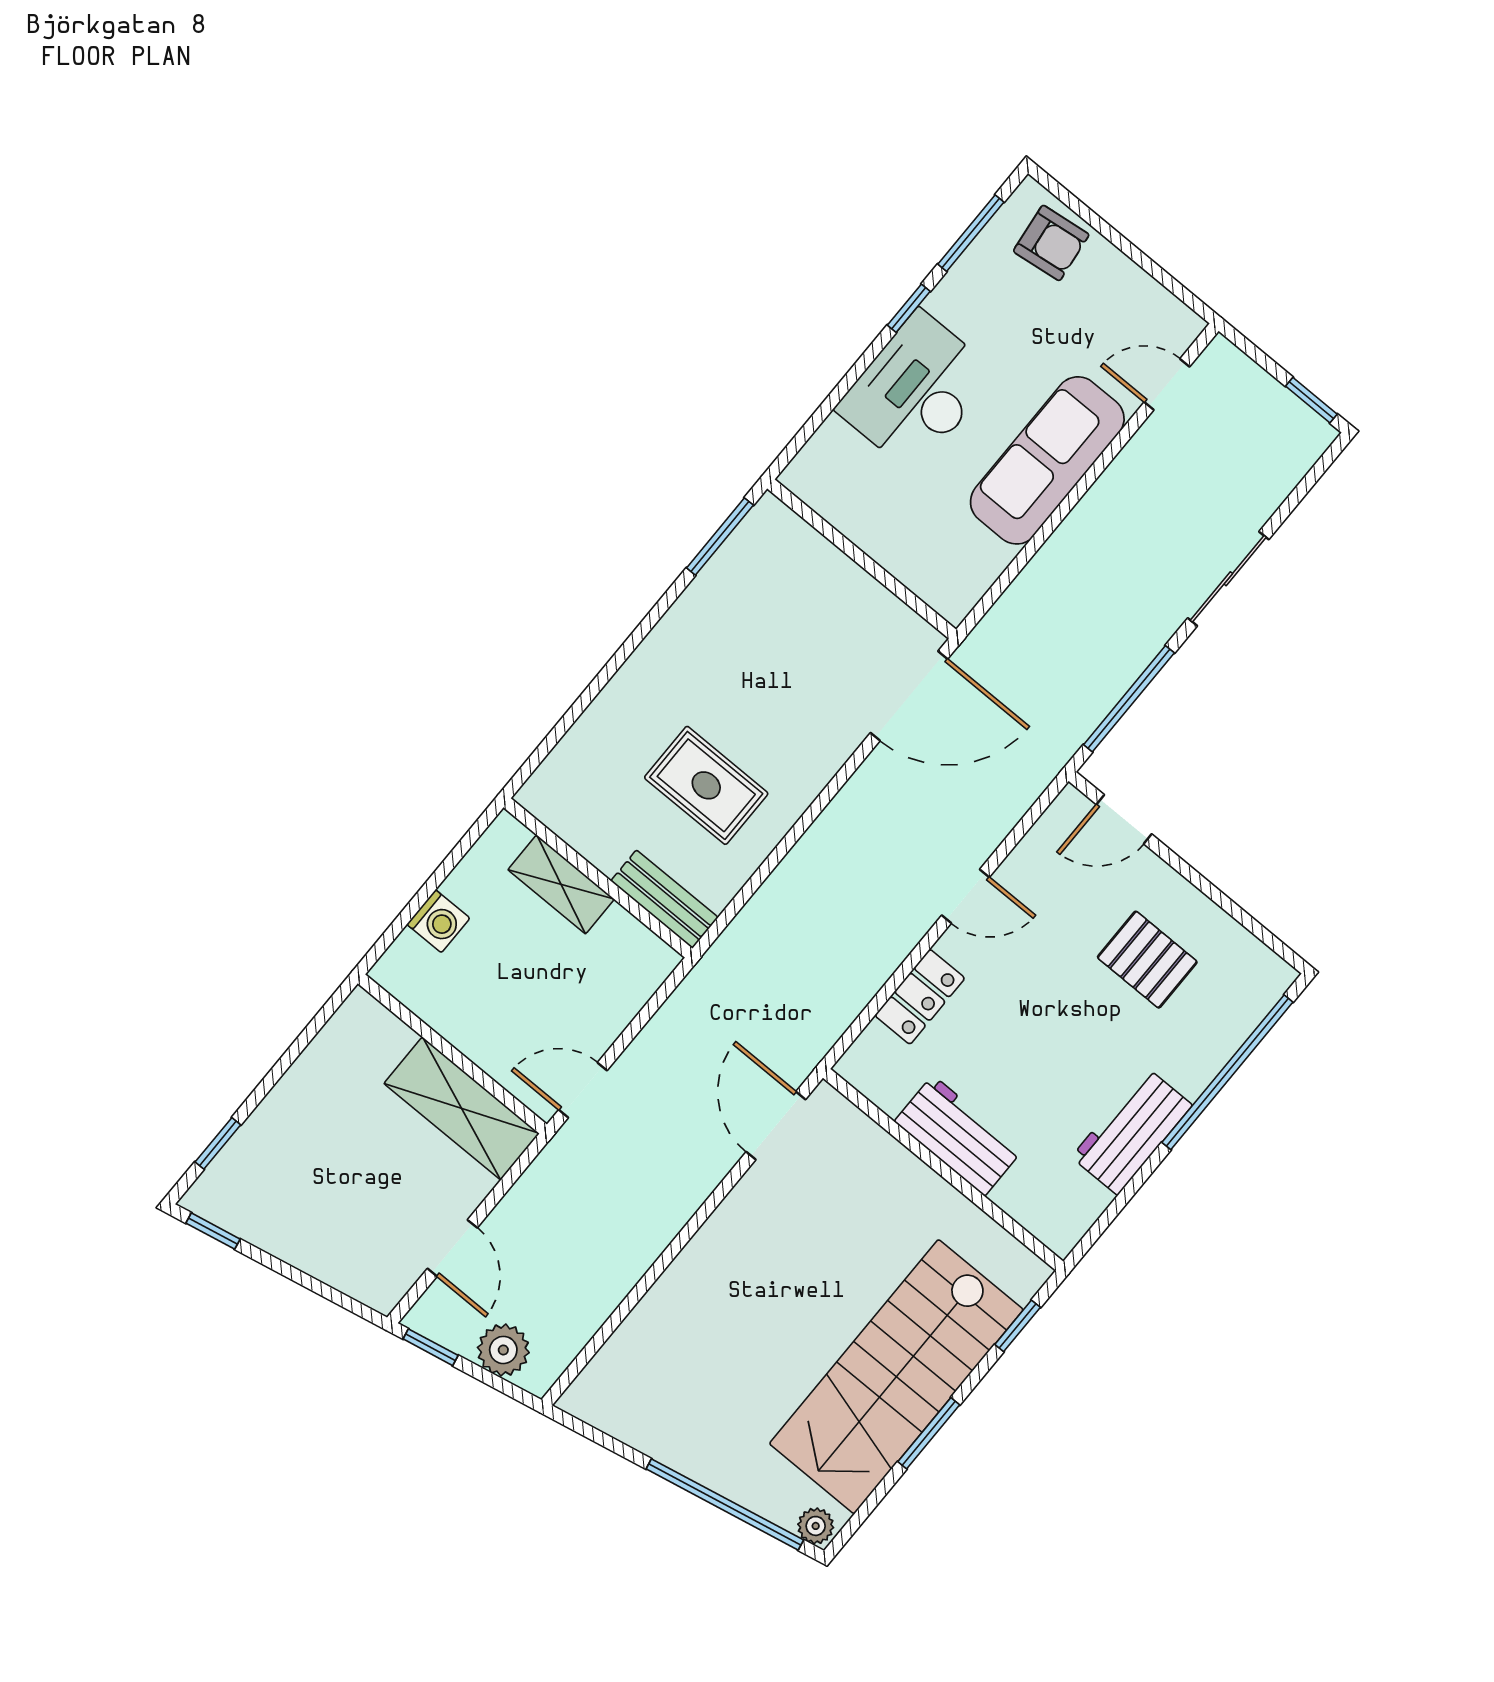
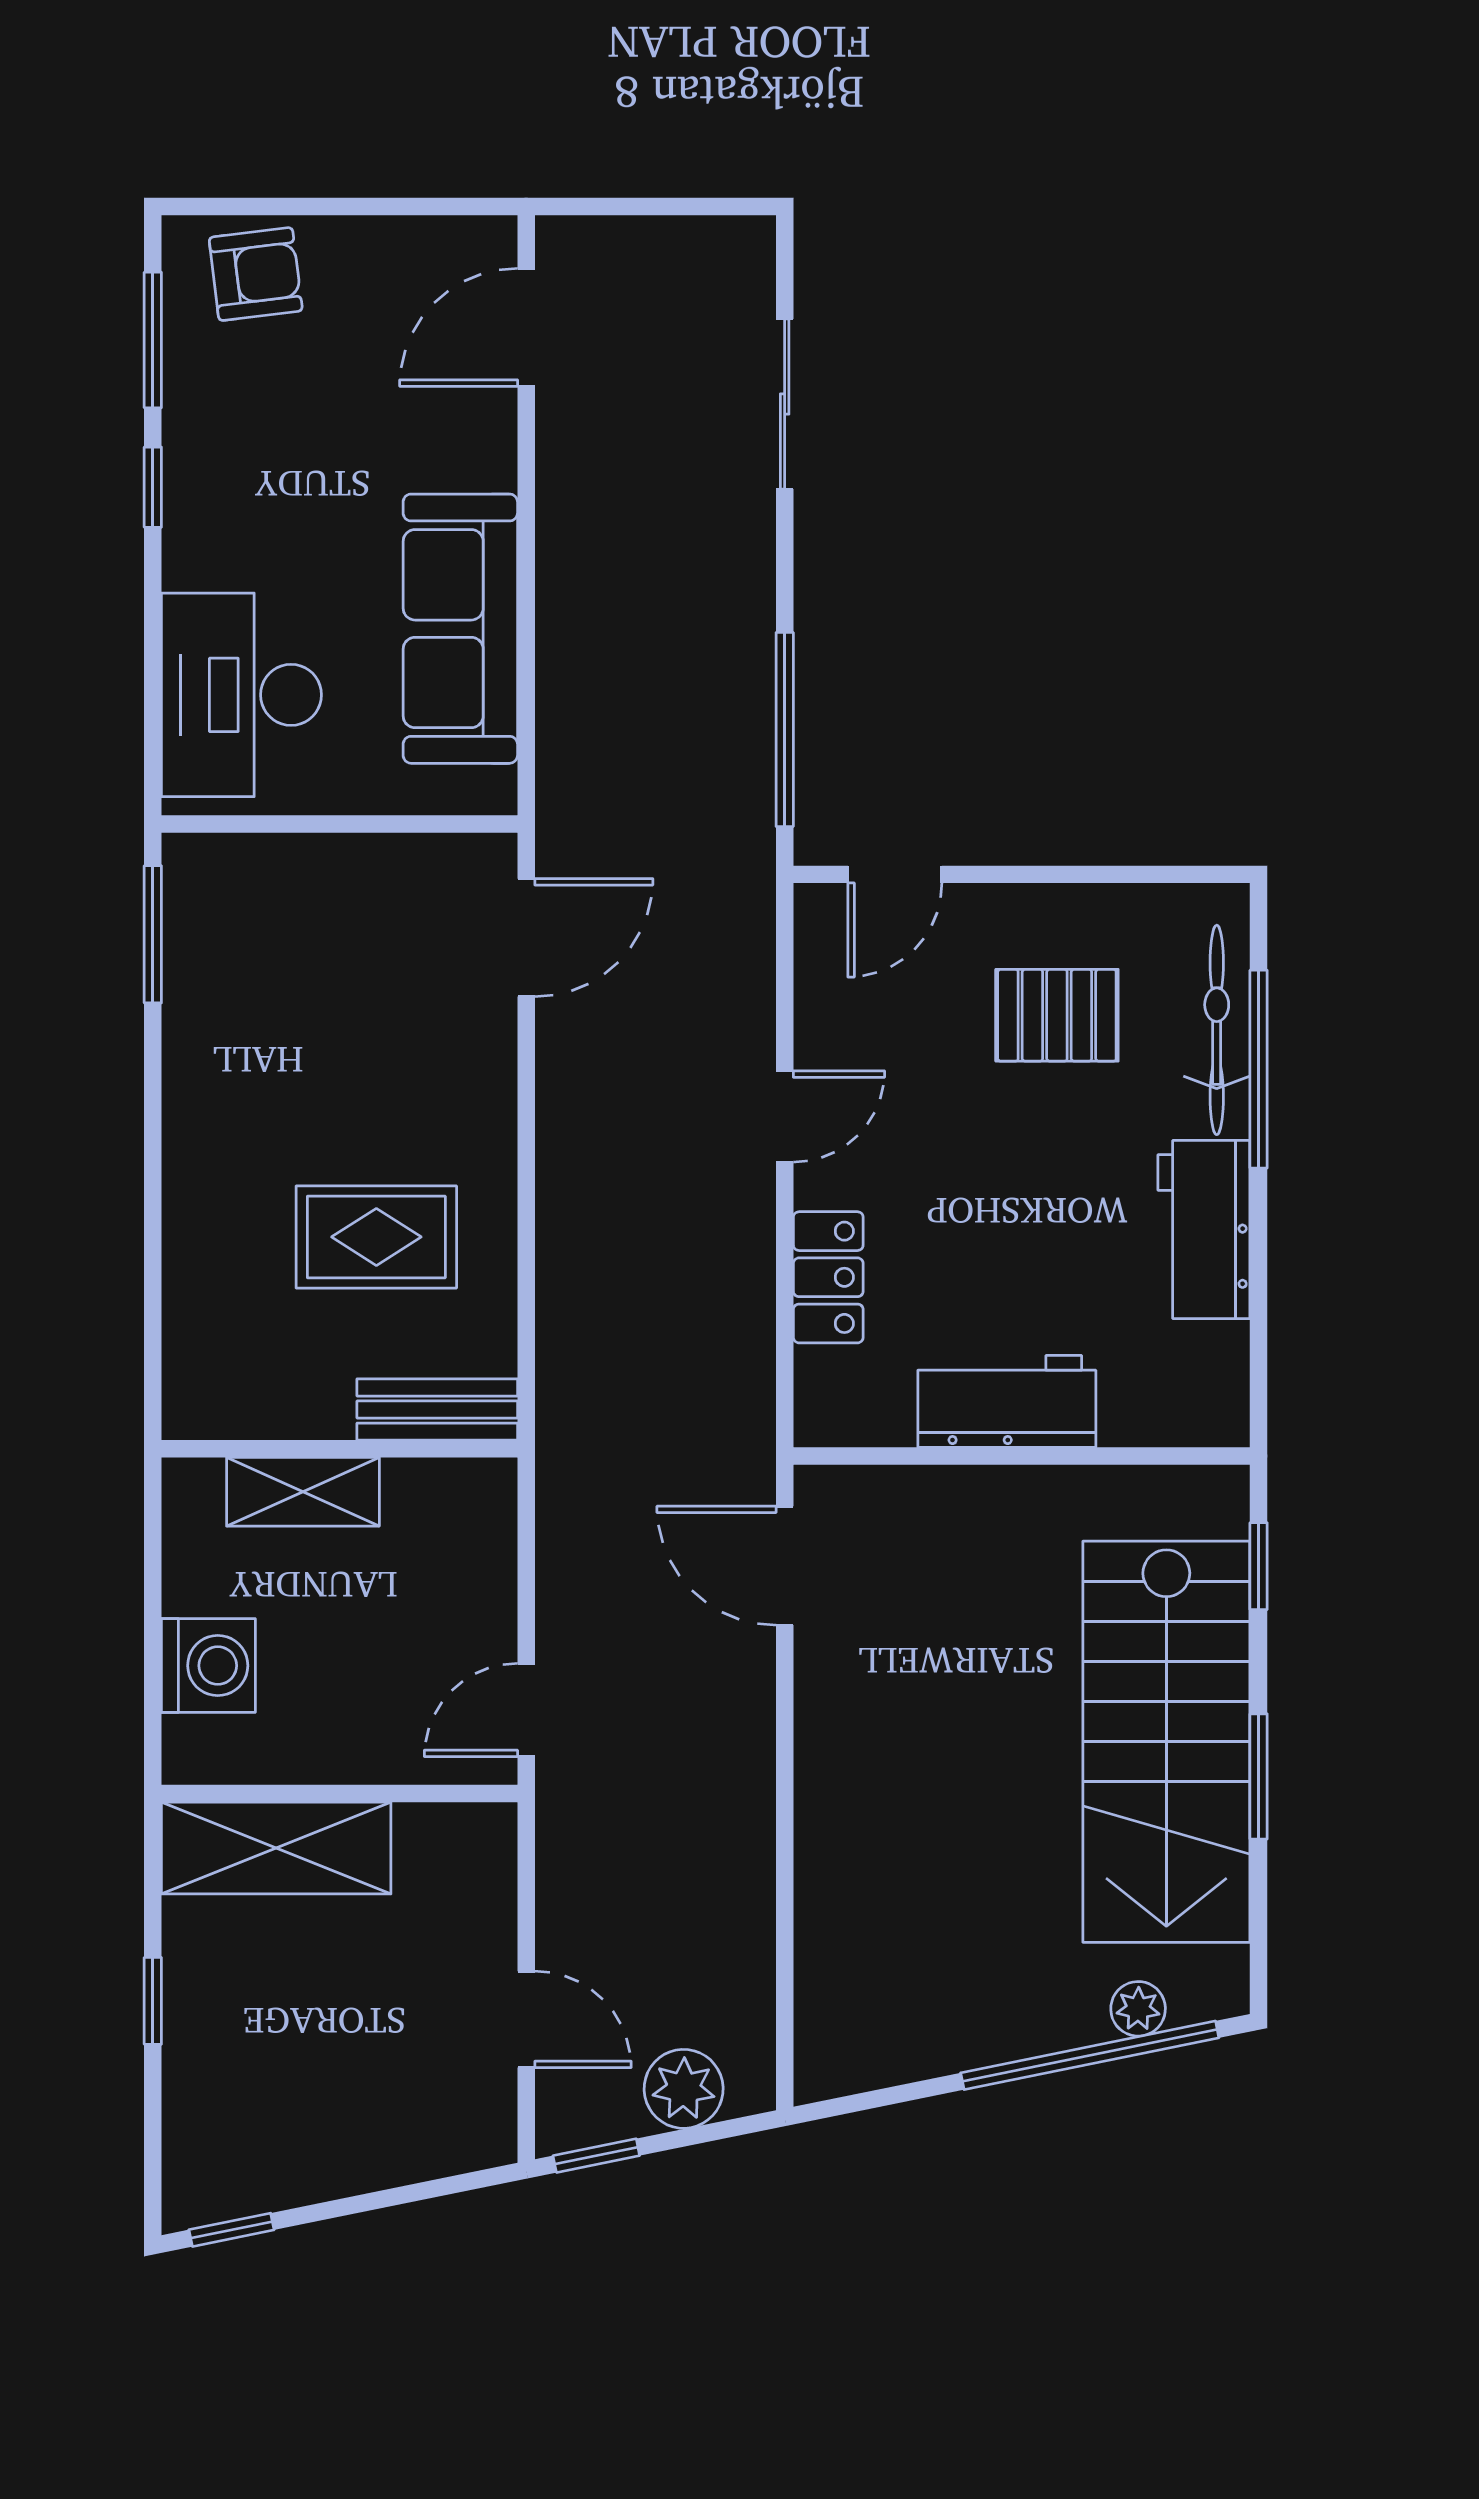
door: (1167, 384) -> (526, 327), width x1.38
desk: (916, 391) -> (241, 695), moved
window: (1311, 400) -> (710, 207), removed
sofa: (1047, 460) -> (460, 629), moved
sliding door: (1228, 579) -> (785, 404), moved
door: (909, 696) -> (526, 938), width x0.73
washing machine: (438, 921) -> (208, 1666), width x1.38, depth x1.38
bicycle: (1223, 1035) -> (1217, 1030), added
window: (1227, 1072) -> (1259, 1069), width x0.68
shelving: (462, 1108) -> (276, 1848), moved
window: (218, 1143) -> (153, 2001), moved
plant: (816, 1526) -> (1138, 2009), moved

